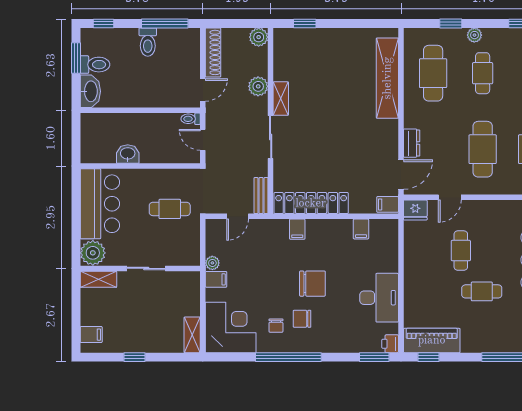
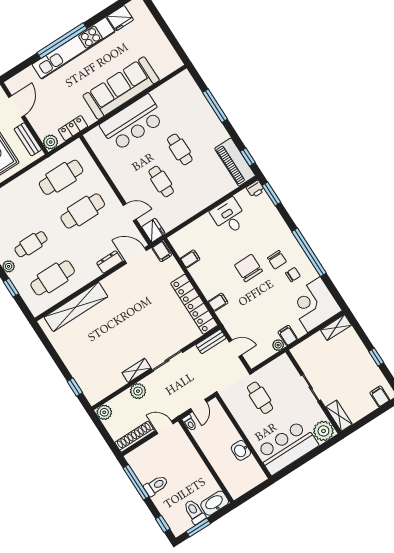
cafe table: (461, 251) -> (161, 182), turned 90
desk: (379, 298) -> (229, 217), width x0.73

